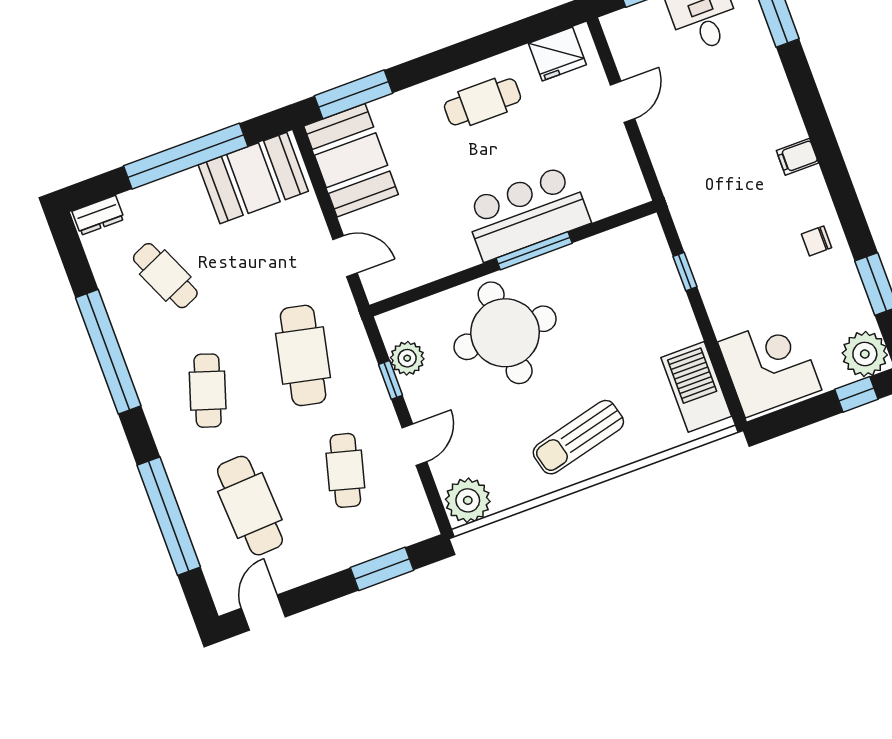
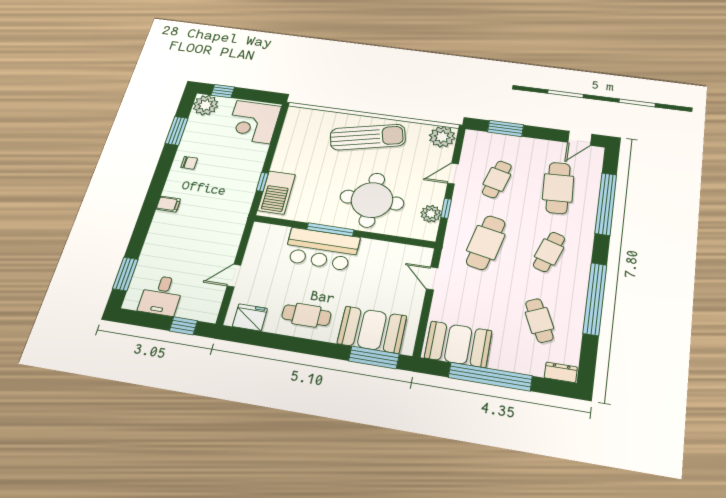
booth: (351, 160) -> (372, 330), moved, turned 90
barbecue: (696, 387) -> (277, 192), moved
sun lounger: (578, 437) -> (368, 137), width x1.36, depth x1.34

